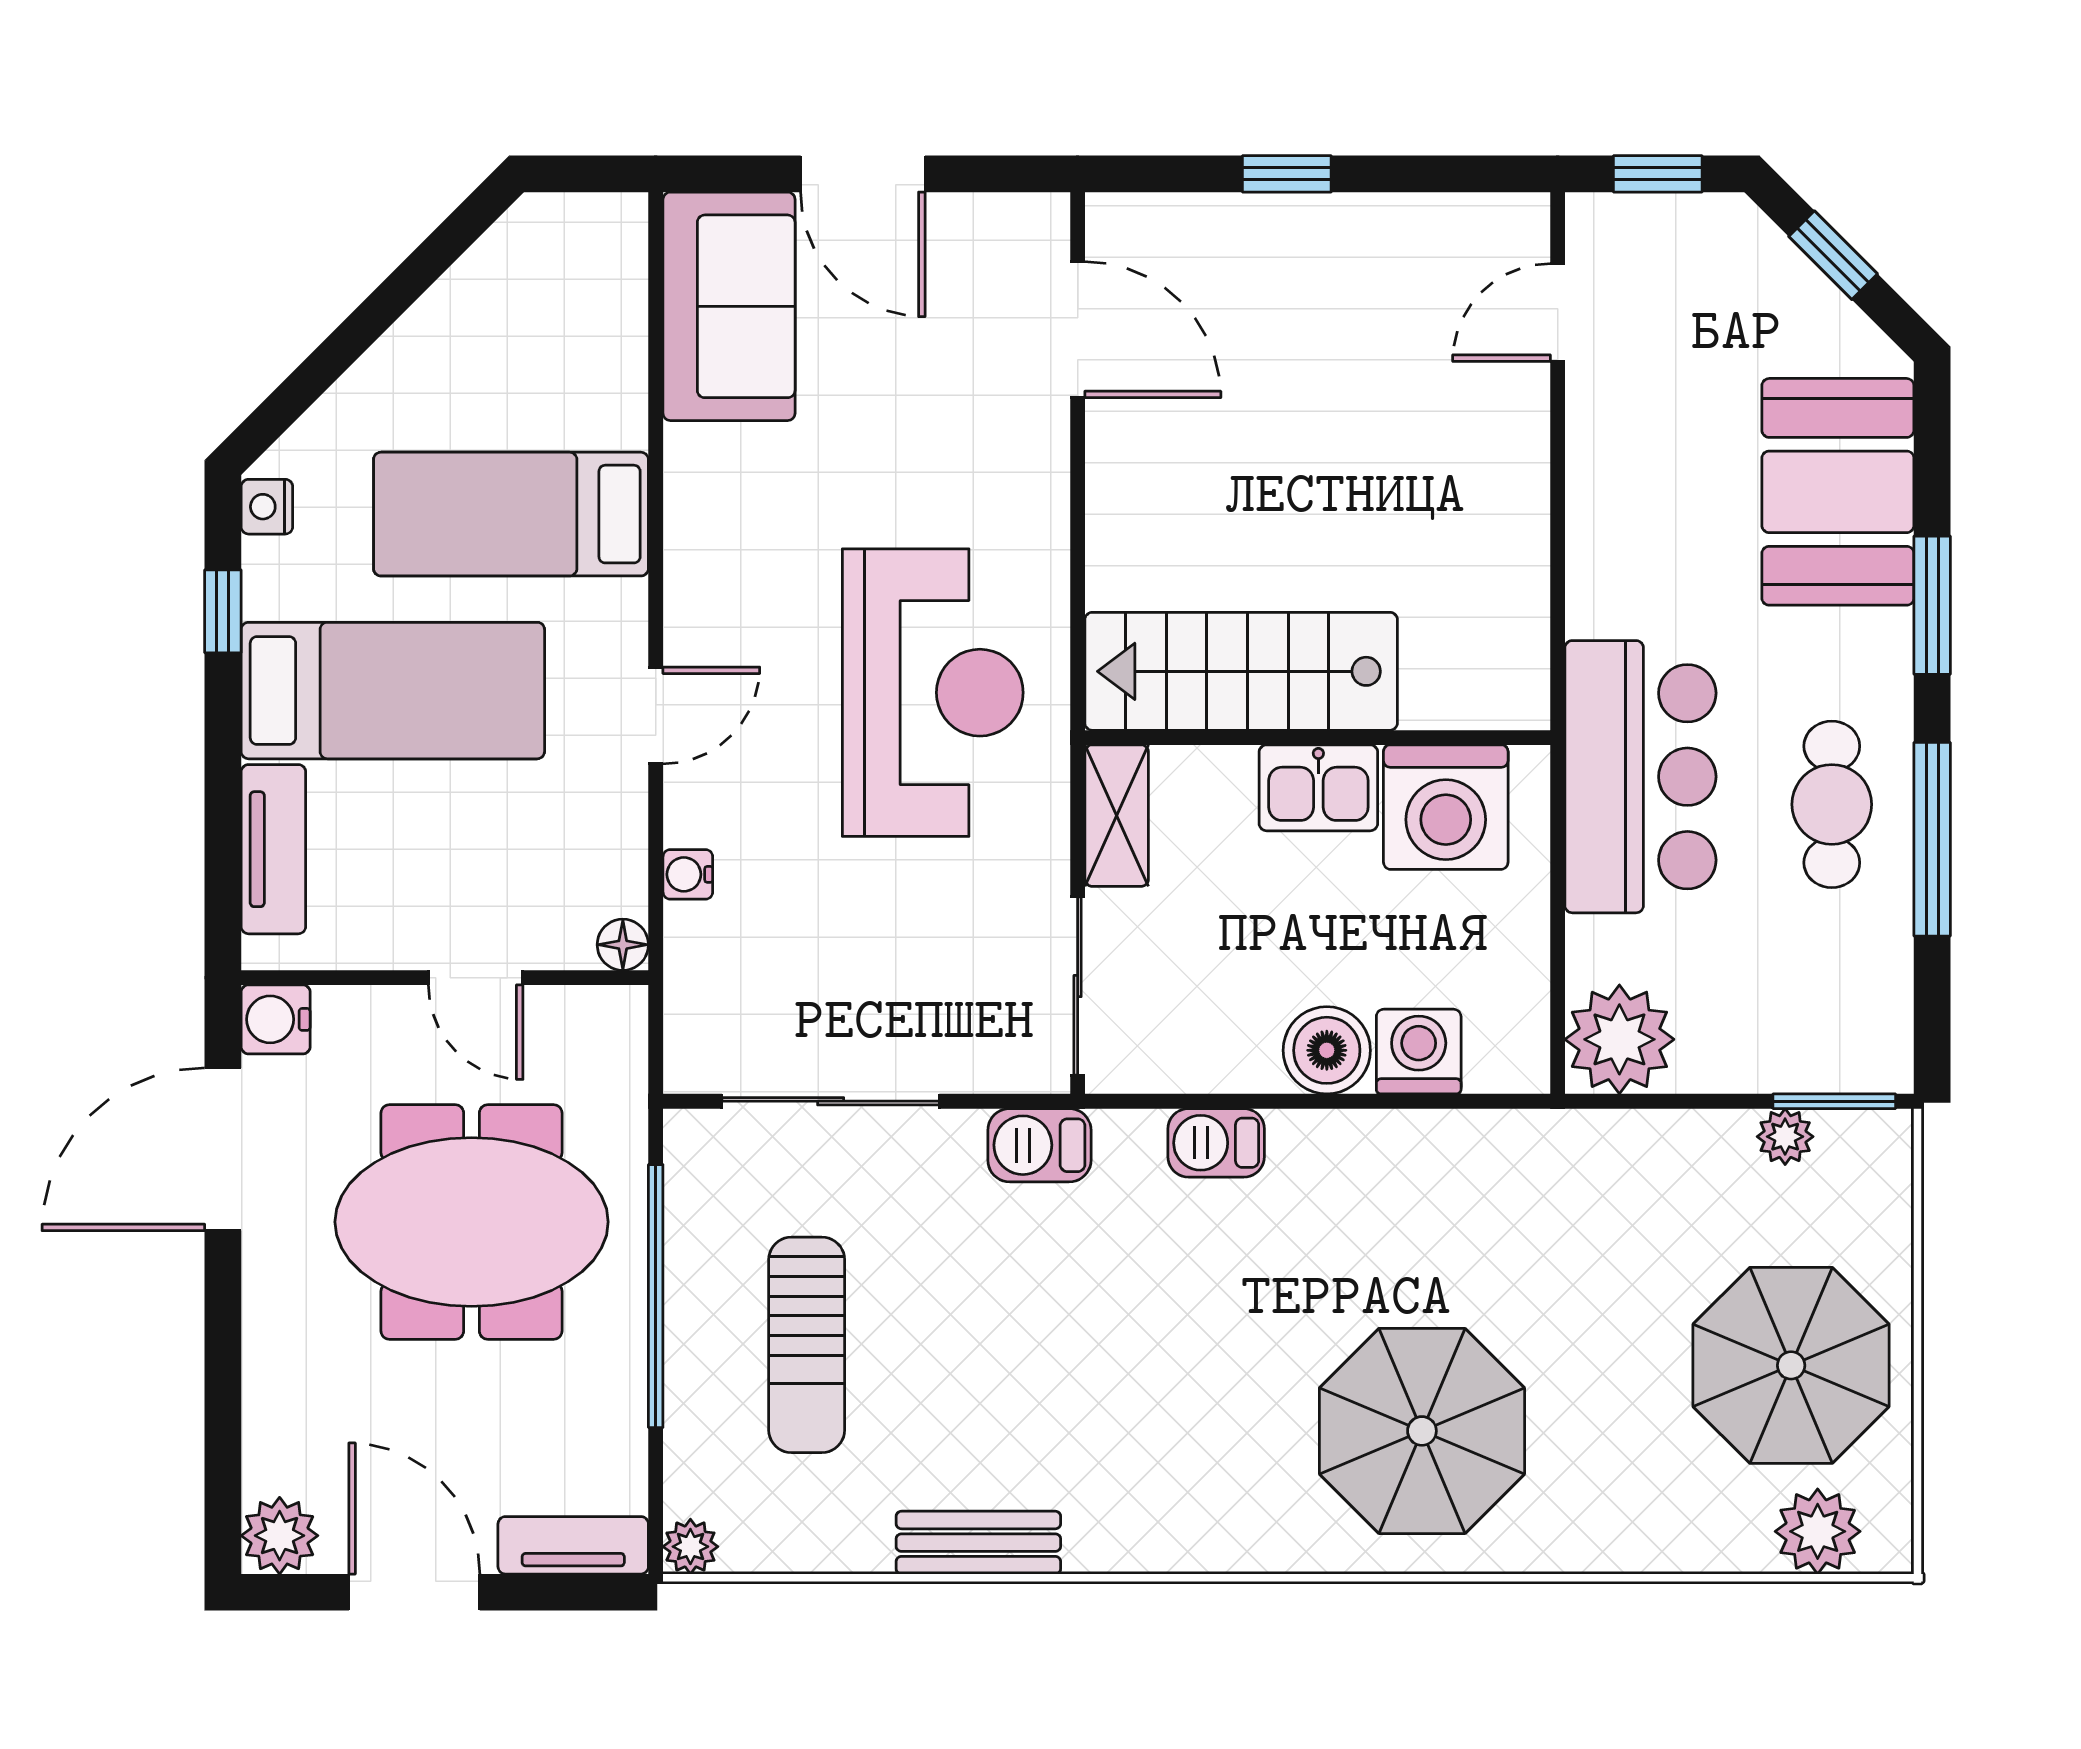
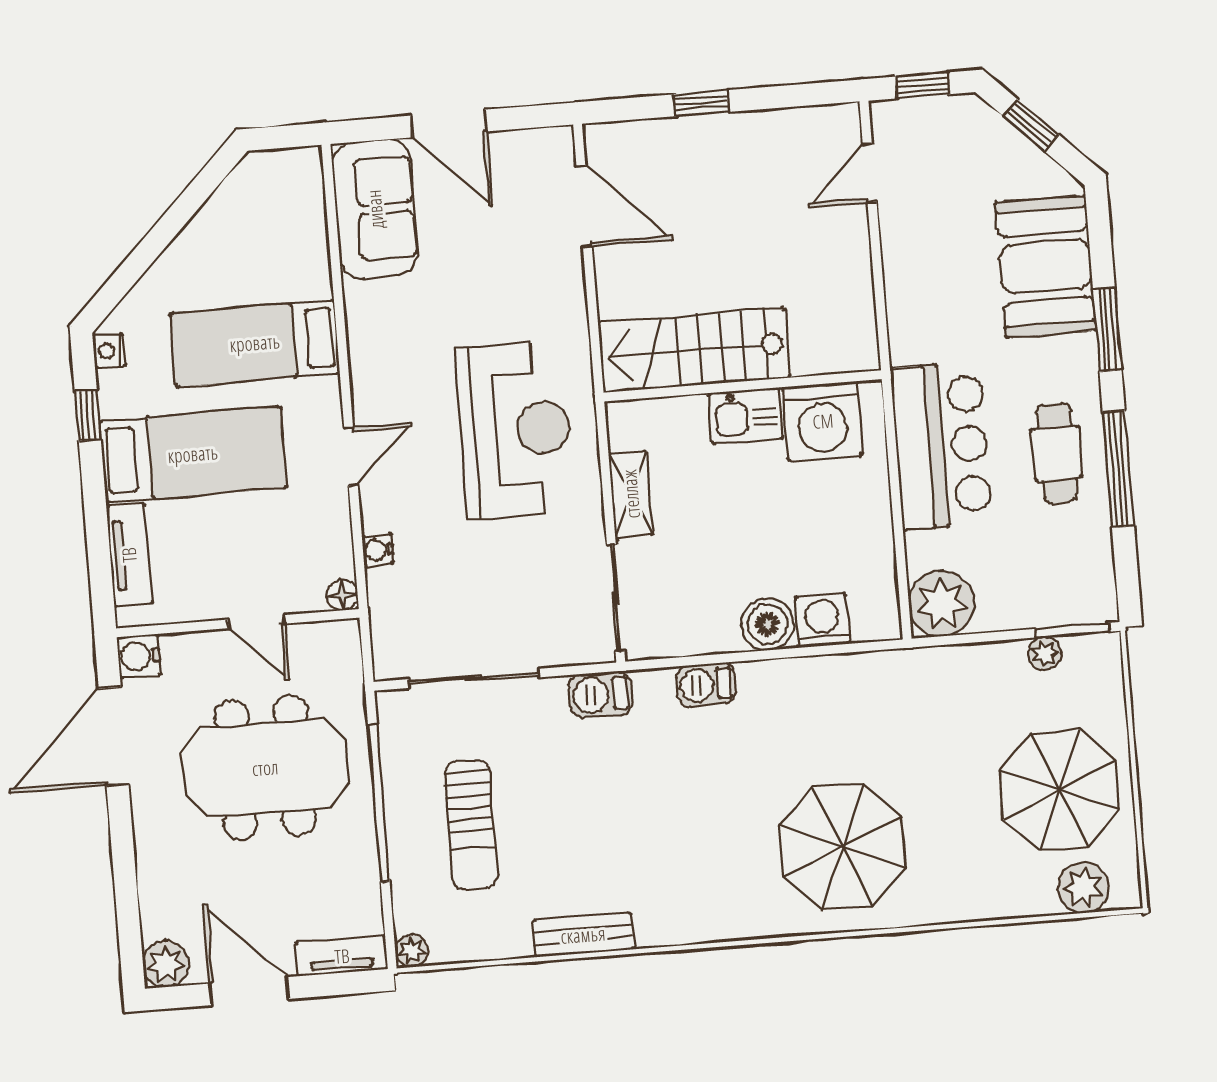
stairs: (1241, 671) -> (694, 350), moved
wall: (1318, 738) -> (743, 386), moved
kitchen sink: (1318, 788) -> (746, 416), moved
washing machine: (1446, 807) -> (823, 421), moved

